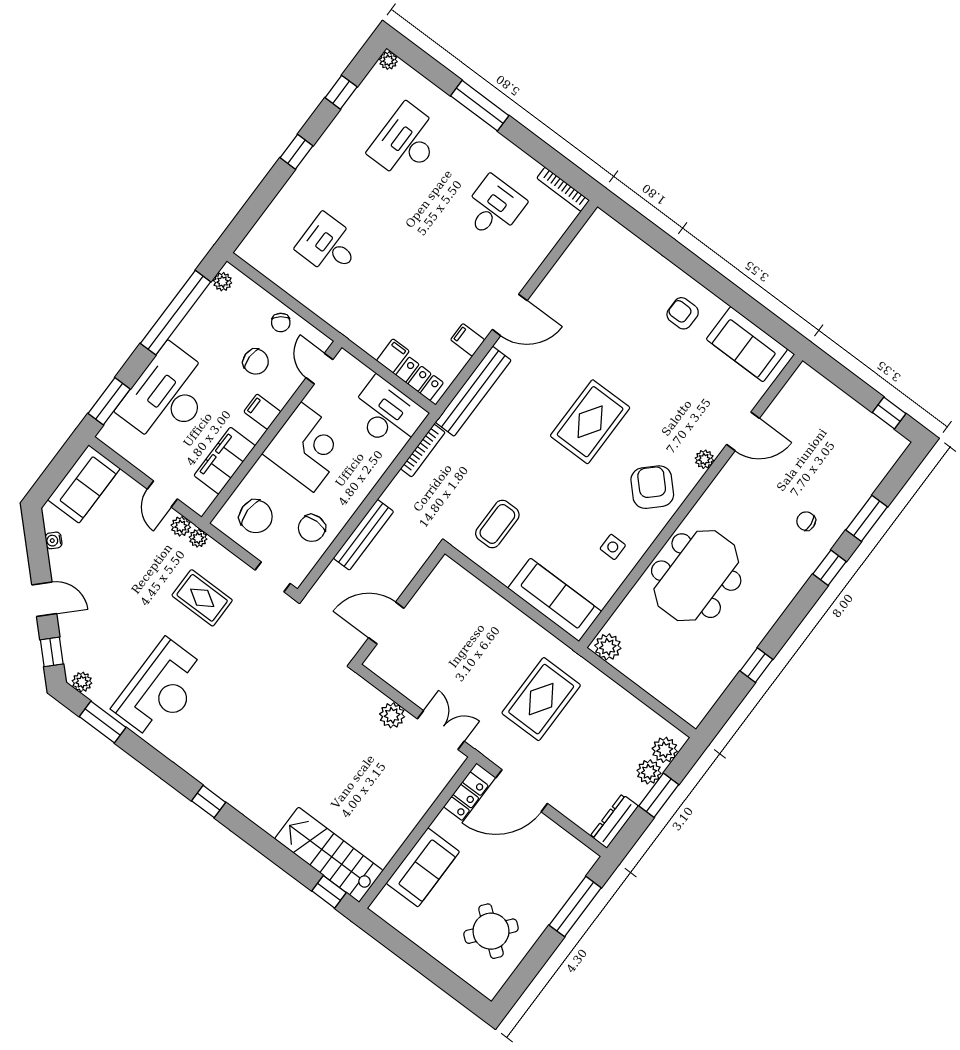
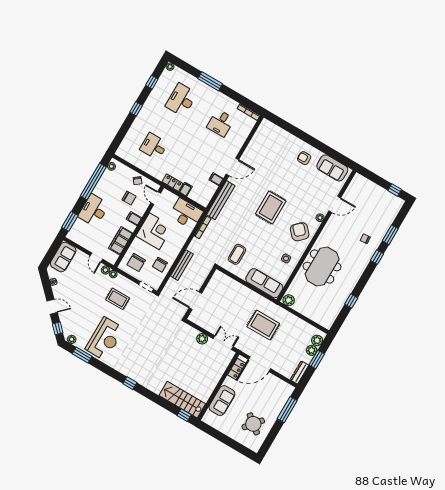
desk: (494, 208) -> (221, 123), turned 180
locker: (420, 379) -> (173, 183), moved
desk: (168, 396) -> (94, 210), width x0.73, depth x0.77
chair: (256, 516) -> (136, 262), turned 90
rug: (541, 699) -> (263, 325), turned 90

